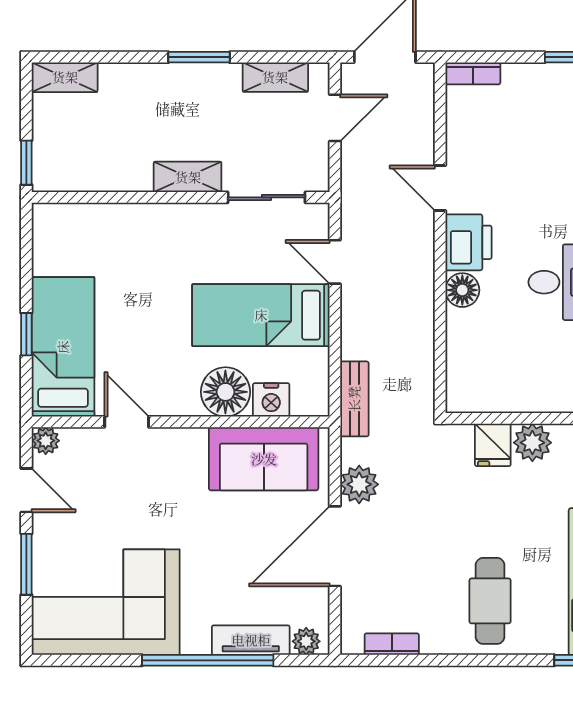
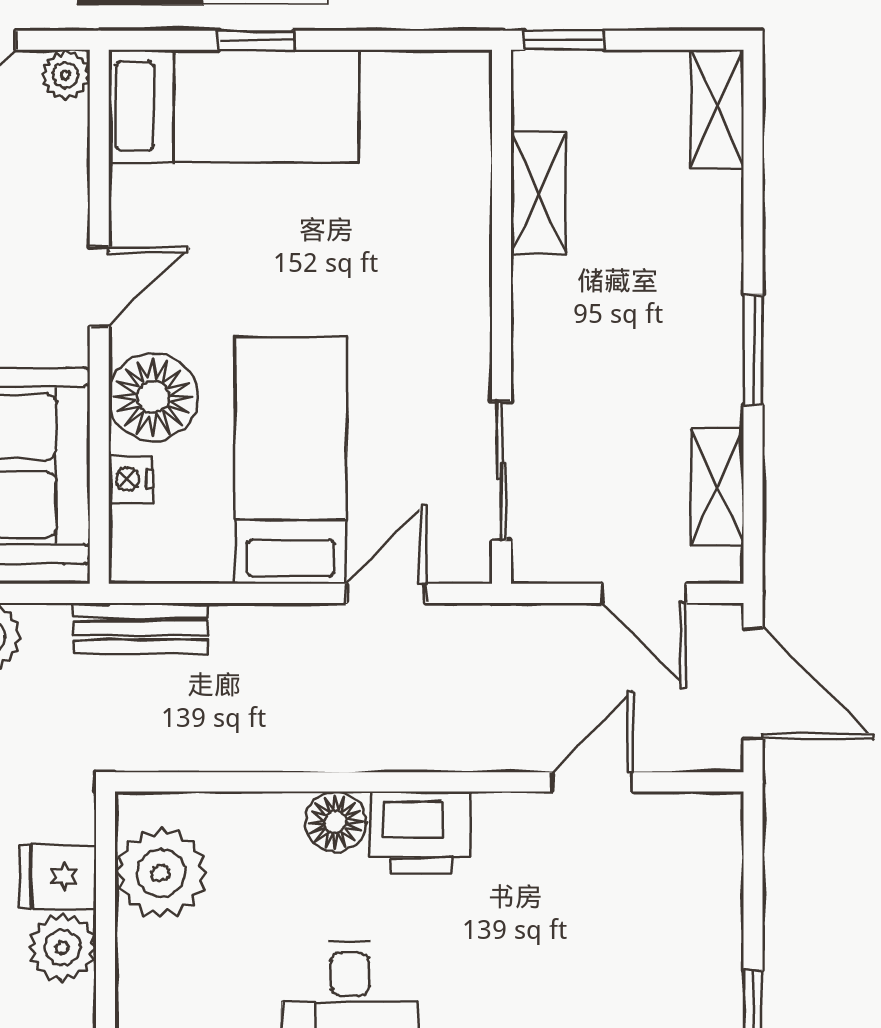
bookcase: (473, 73) -> (724, 841), removed
shelving: (188, 177) -> (538, 194), moved
door: (440, 188) -> (592, 782), moved
plant: (491, 388) -> (161, 873), added
nightstand: (271, 400) -> (131, 479), width x0.72, depth x0.74
door: (127, 422) -> (99, 287), moved

